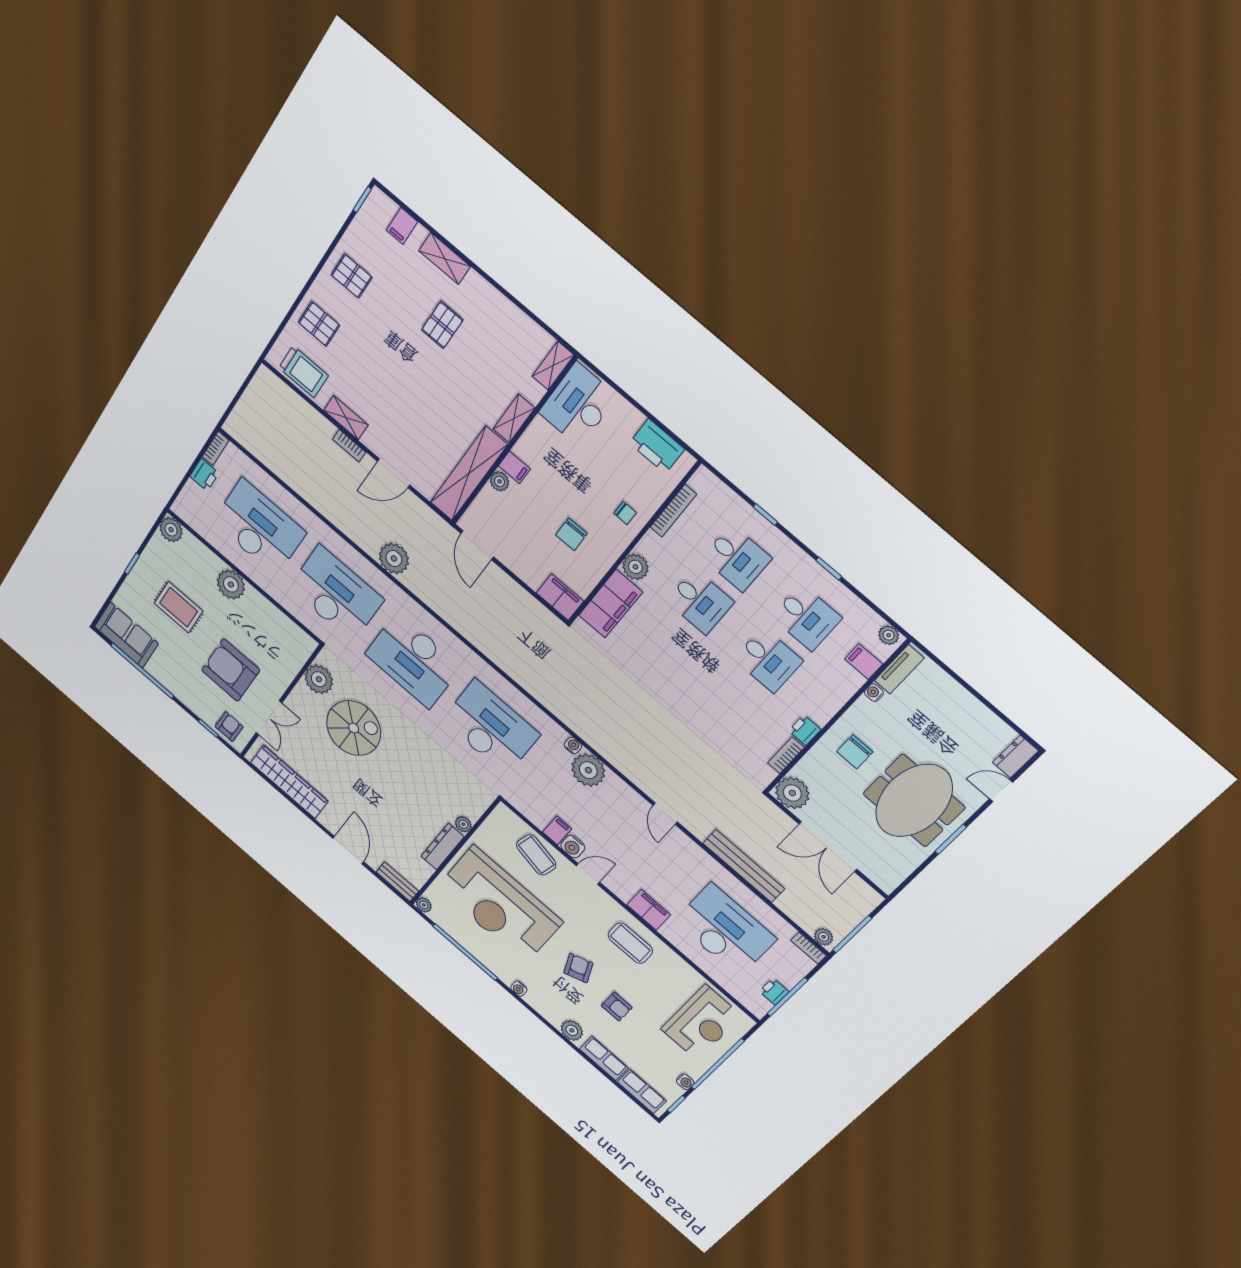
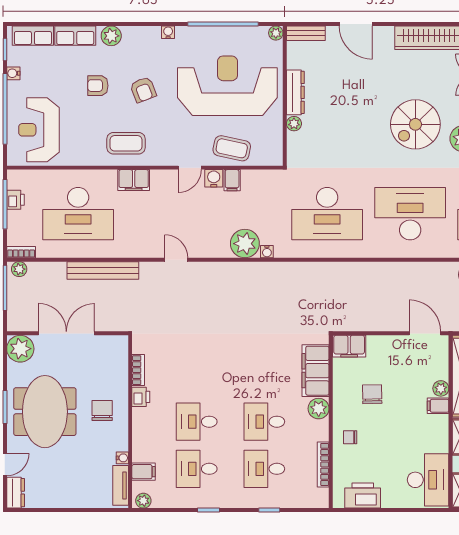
plant: (792, 793) -> (20, 349), moved

